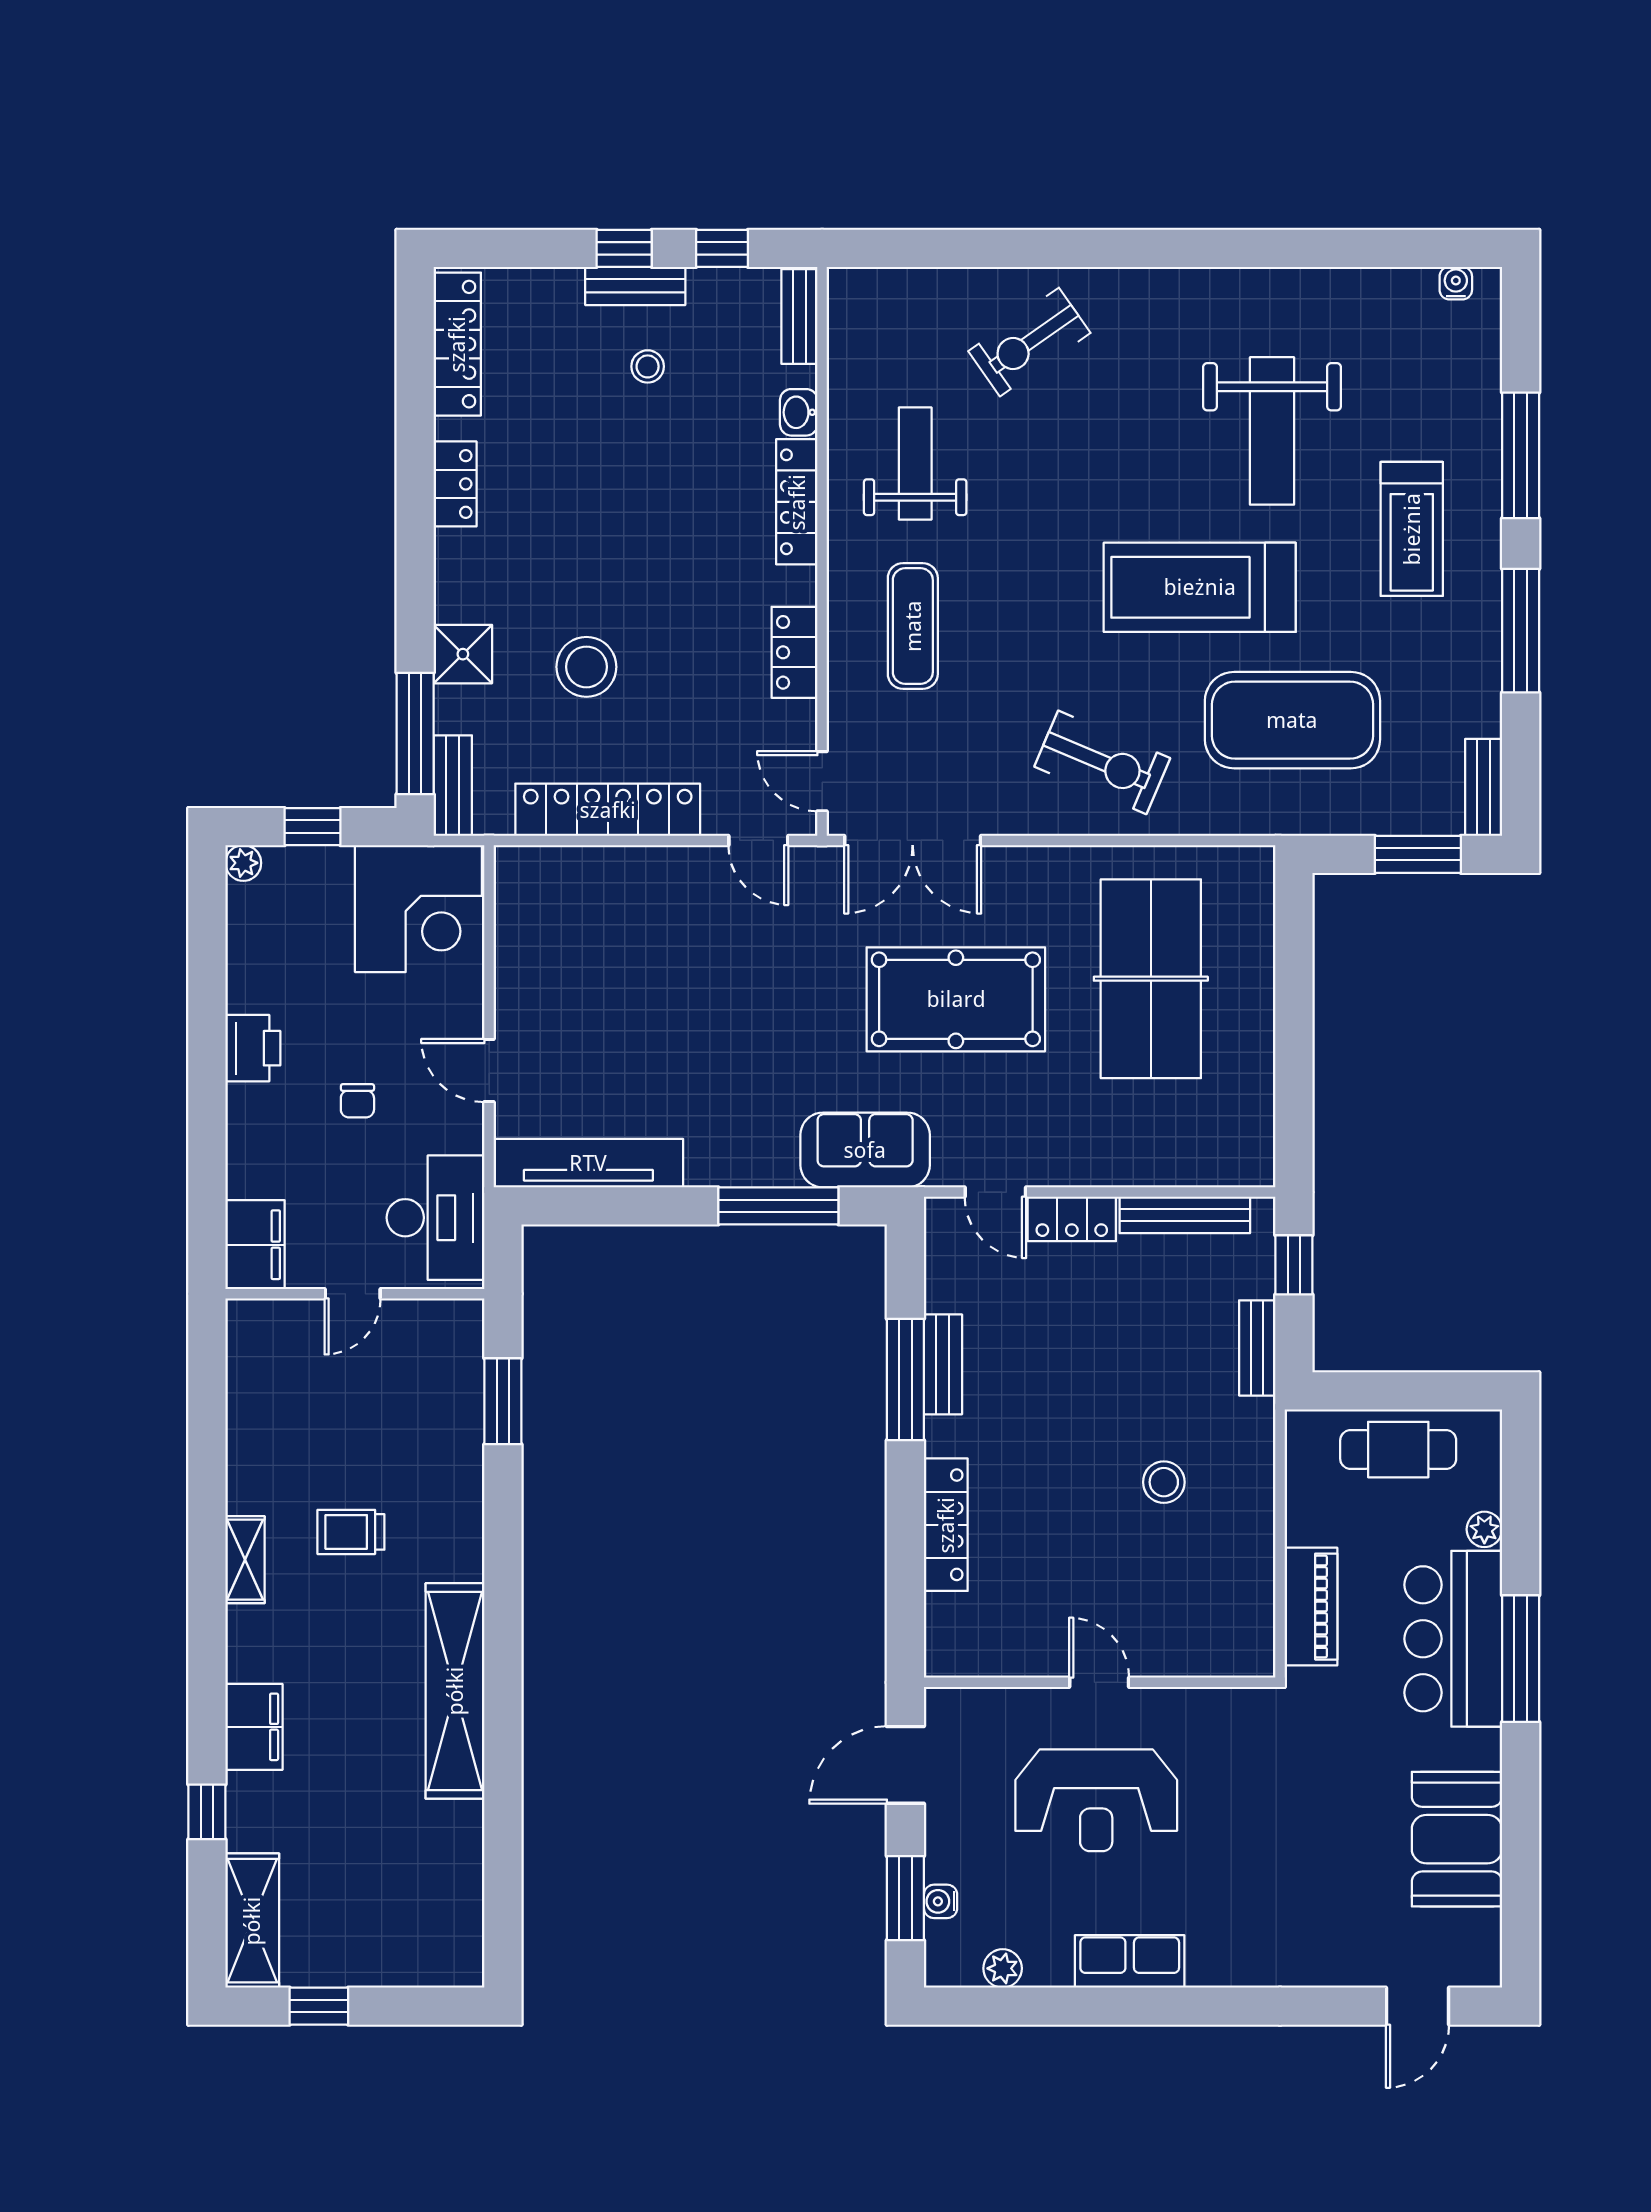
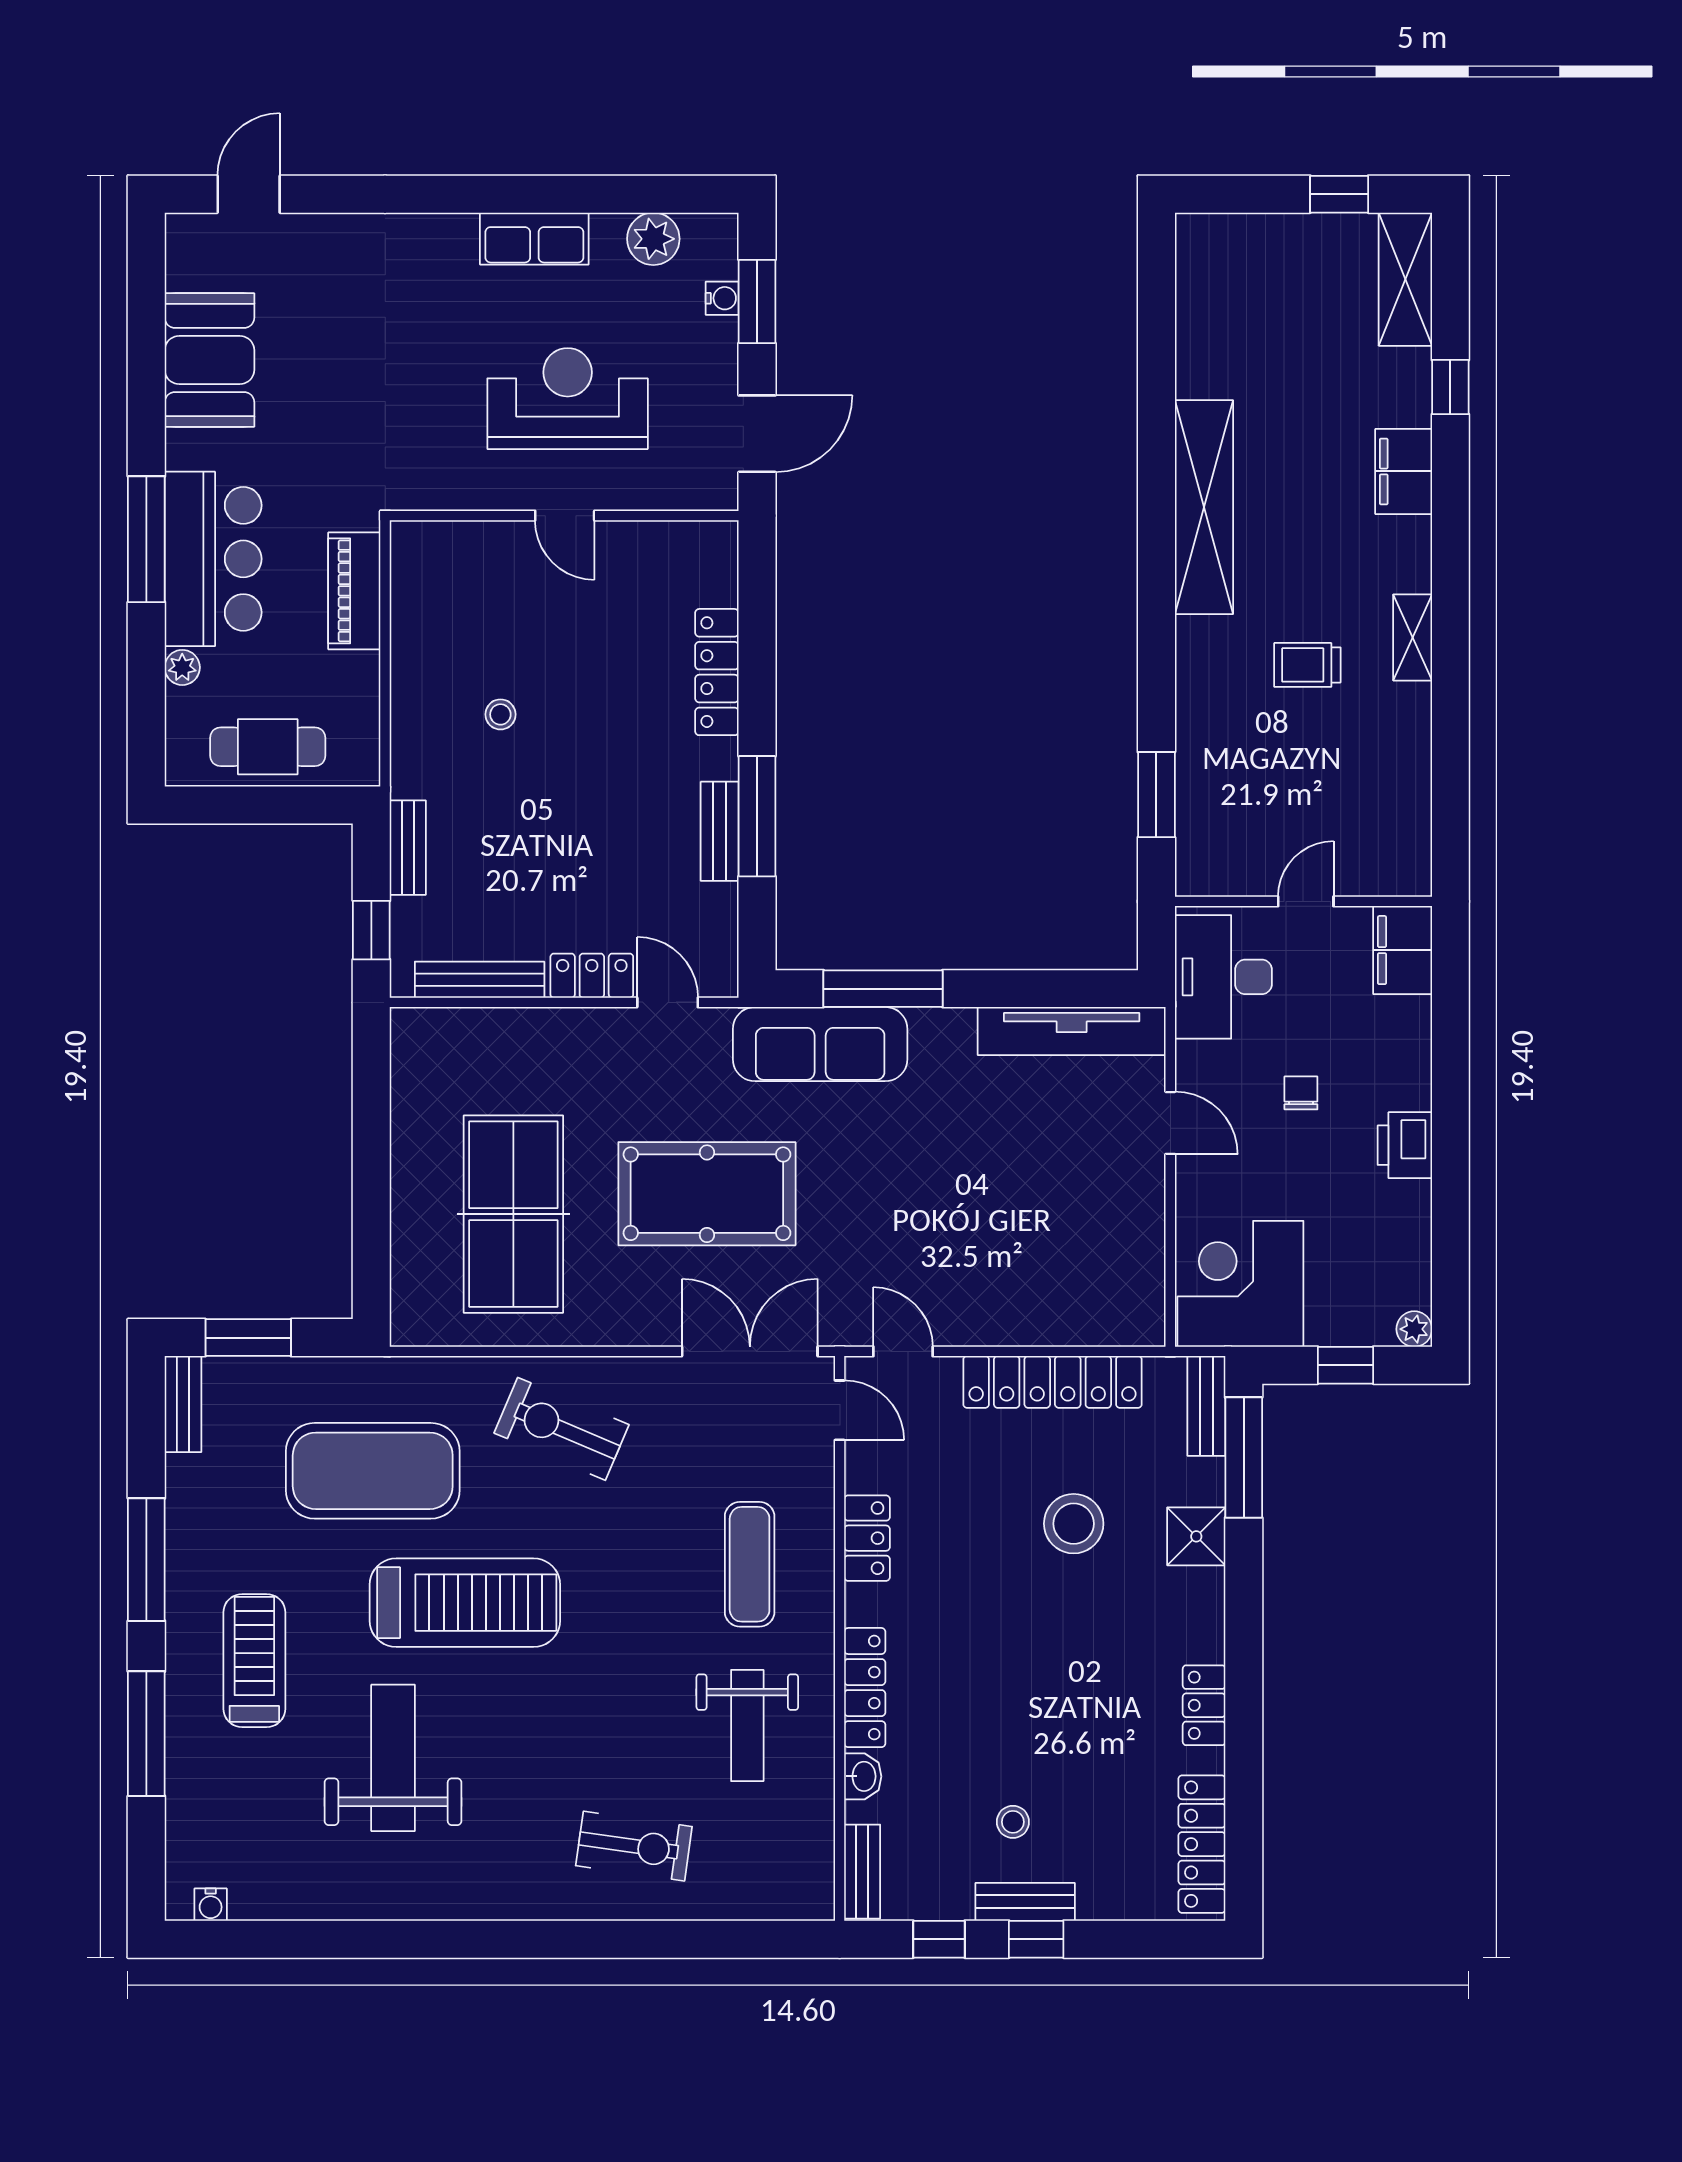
exercise bike: (1029, 342) -> (634, 1846), turned 43
sofa: (865, 1150) -> (820, 1044), width x1.36
stool: (1164, 1482) -> (500, 714), width x0.73, depth x0.73
trolley: (351, 1532) -> (1307, 665), turned 180
plant: (1003, 1968) -> (653, 239), width x1.38, depth x1.38

